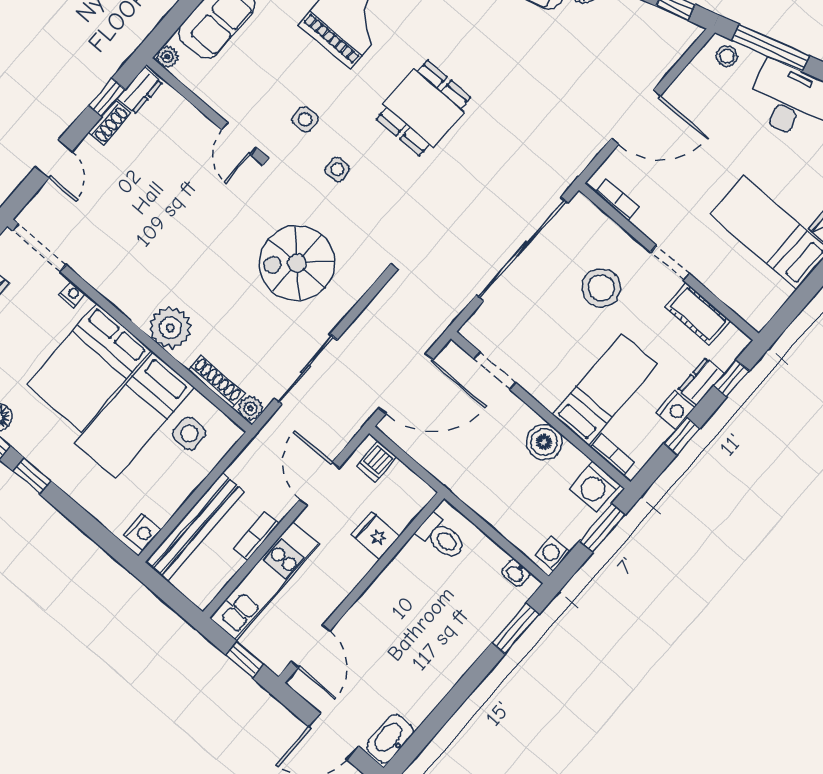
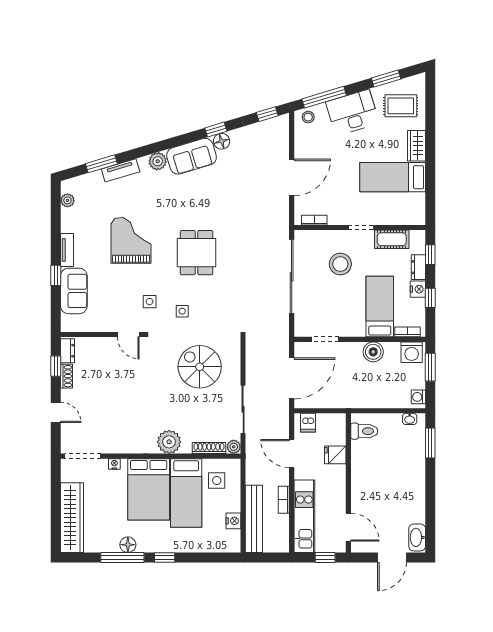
plant: (167, 57) -> (67, 326), removed
spiral stairs: (297, 263) -> (200, 367), turned 90
nightstand: (143, 532) -> (233, 521), moved

